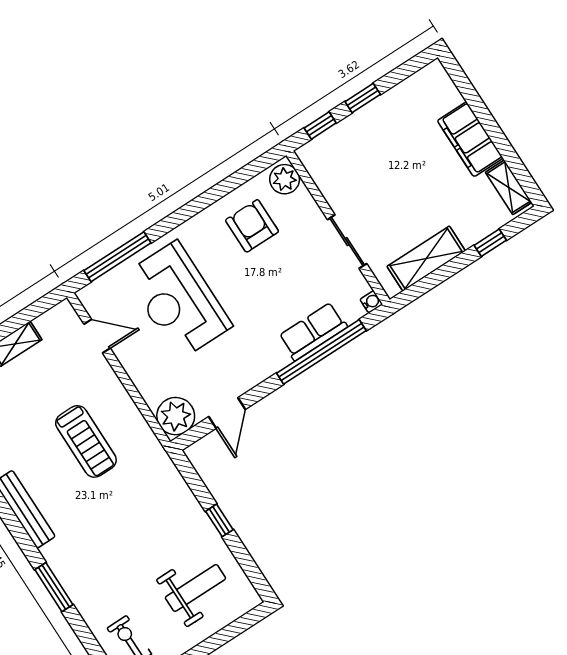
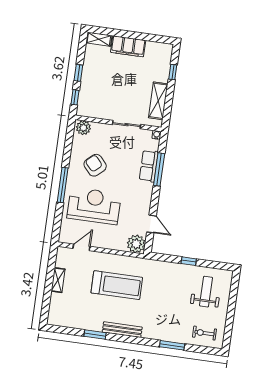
shelving: (509, 187) -> (99, 39), moved
armchair: (252, 226) -> (95, 165), moved, turned 48
window: (117, 257) -> (63, 185), moved
reception desk: (178, 300) -> (94, 206), turned 180
window: (321, 352) -> (159, 169), width x0.68
treadmill: (86, 441) -> (117, 285), width x1.37, depth x1.38
window: (54, 587) -> (172, 345), moved

